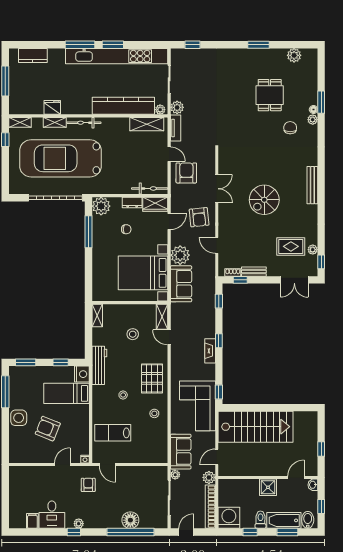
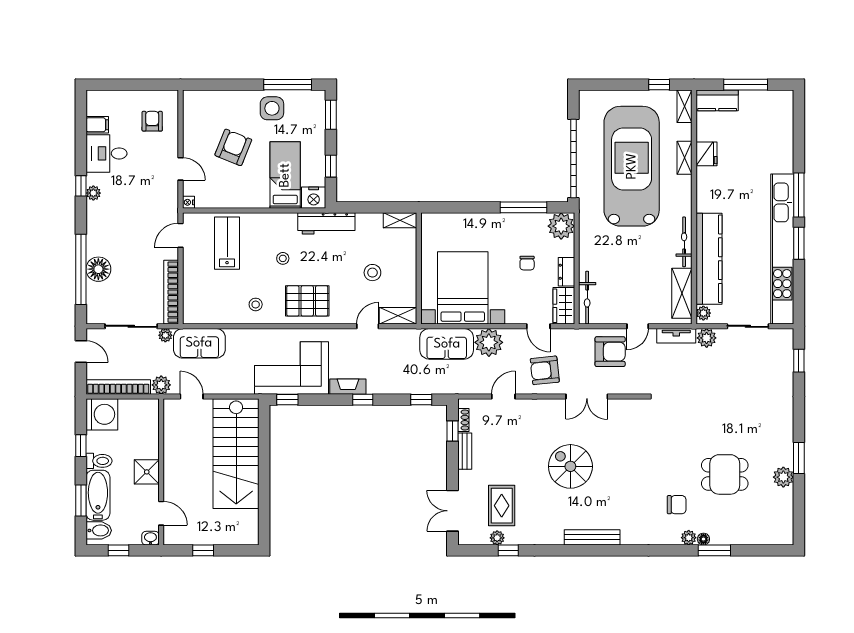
kitchen counter: (33, 55) -> (717, 100), moved, turned -90
plant: (294, 55) -> (783, 477), moved
bicycle: (84, 123) -> (684, 242), moved
window: (321, 262) -> (508, 550), moved
corner sofa: (197, 406) -> (292, 368), moved
side table: (19, 418) -> (272, 108), moved
bookcase: (146, 471) -> (171, 292), added
armchair: (88, 485) -> (152, 121), moved, turned -90

